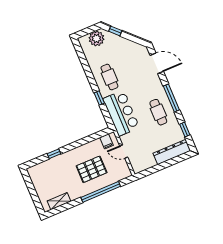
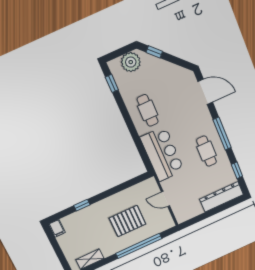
window: (99, 98) -> (112, 83), moved
filing cabinet: (106, 141) -> (57, 228), moved

